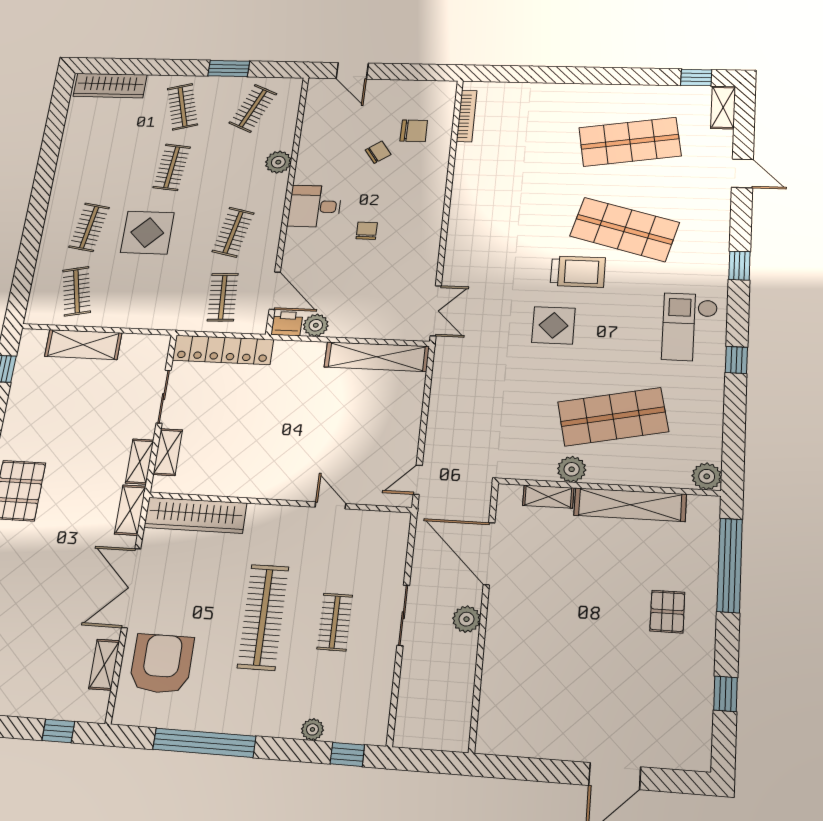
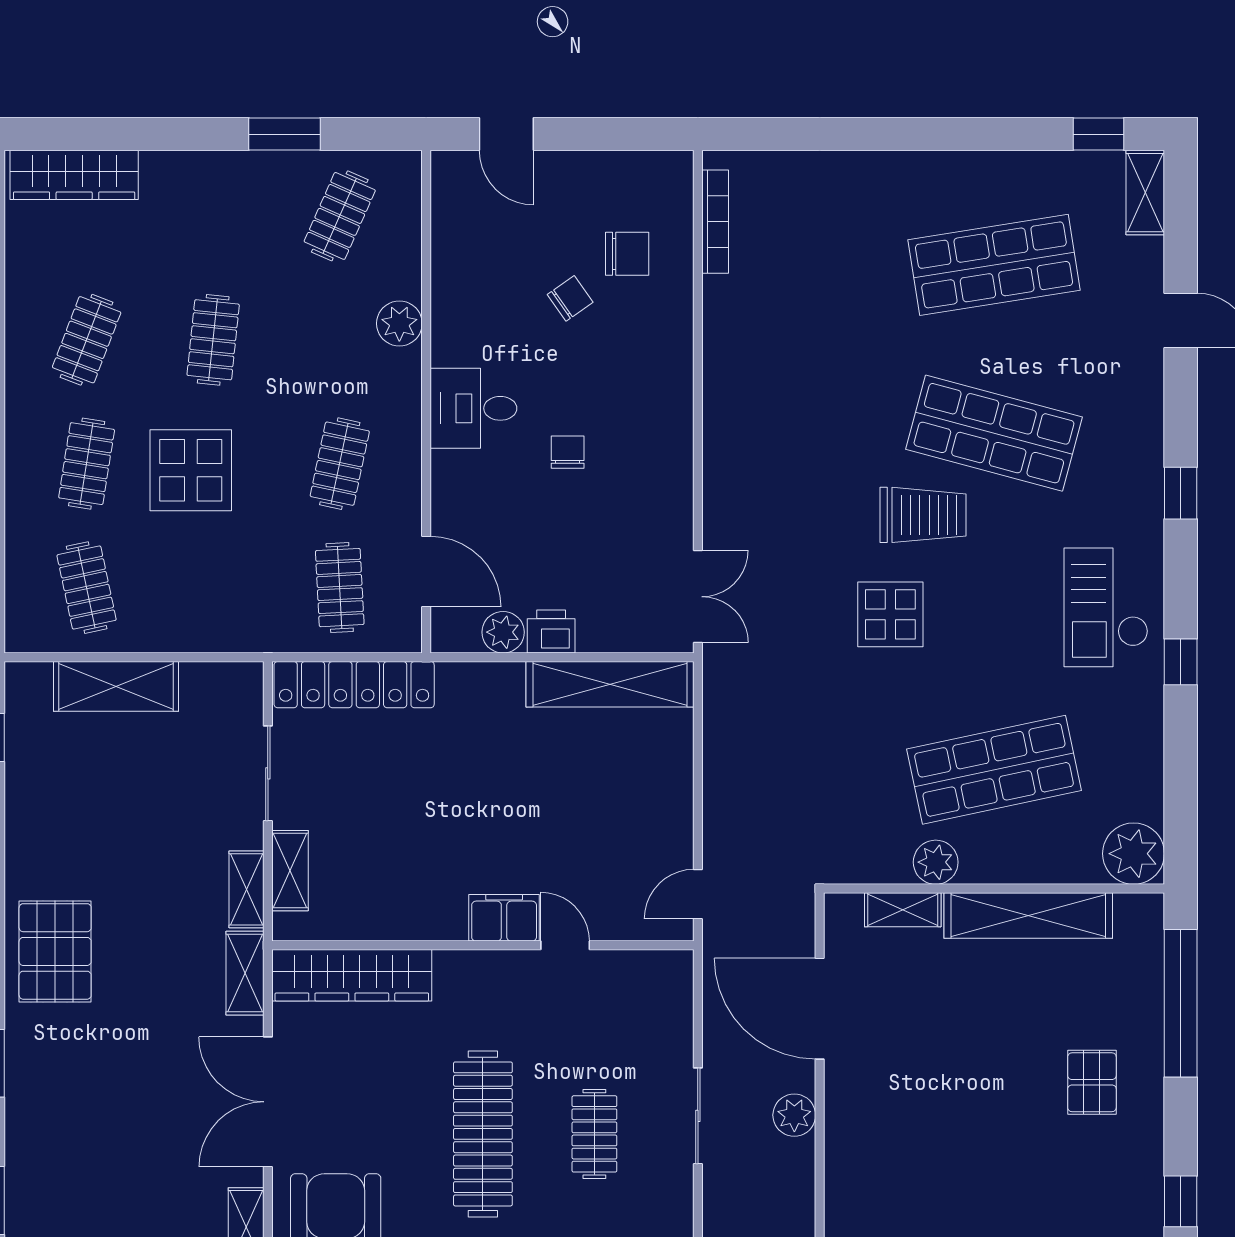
clothes rail: (183, 107) -> (87, 340), moved, turned 36
printer: (287, 324) -> (551, 632), moved
plant: (707, 476) -> (1134, 854), width x1.36, depth x1.36
filing cabinet: (294, 487) -> (504, 918), added

